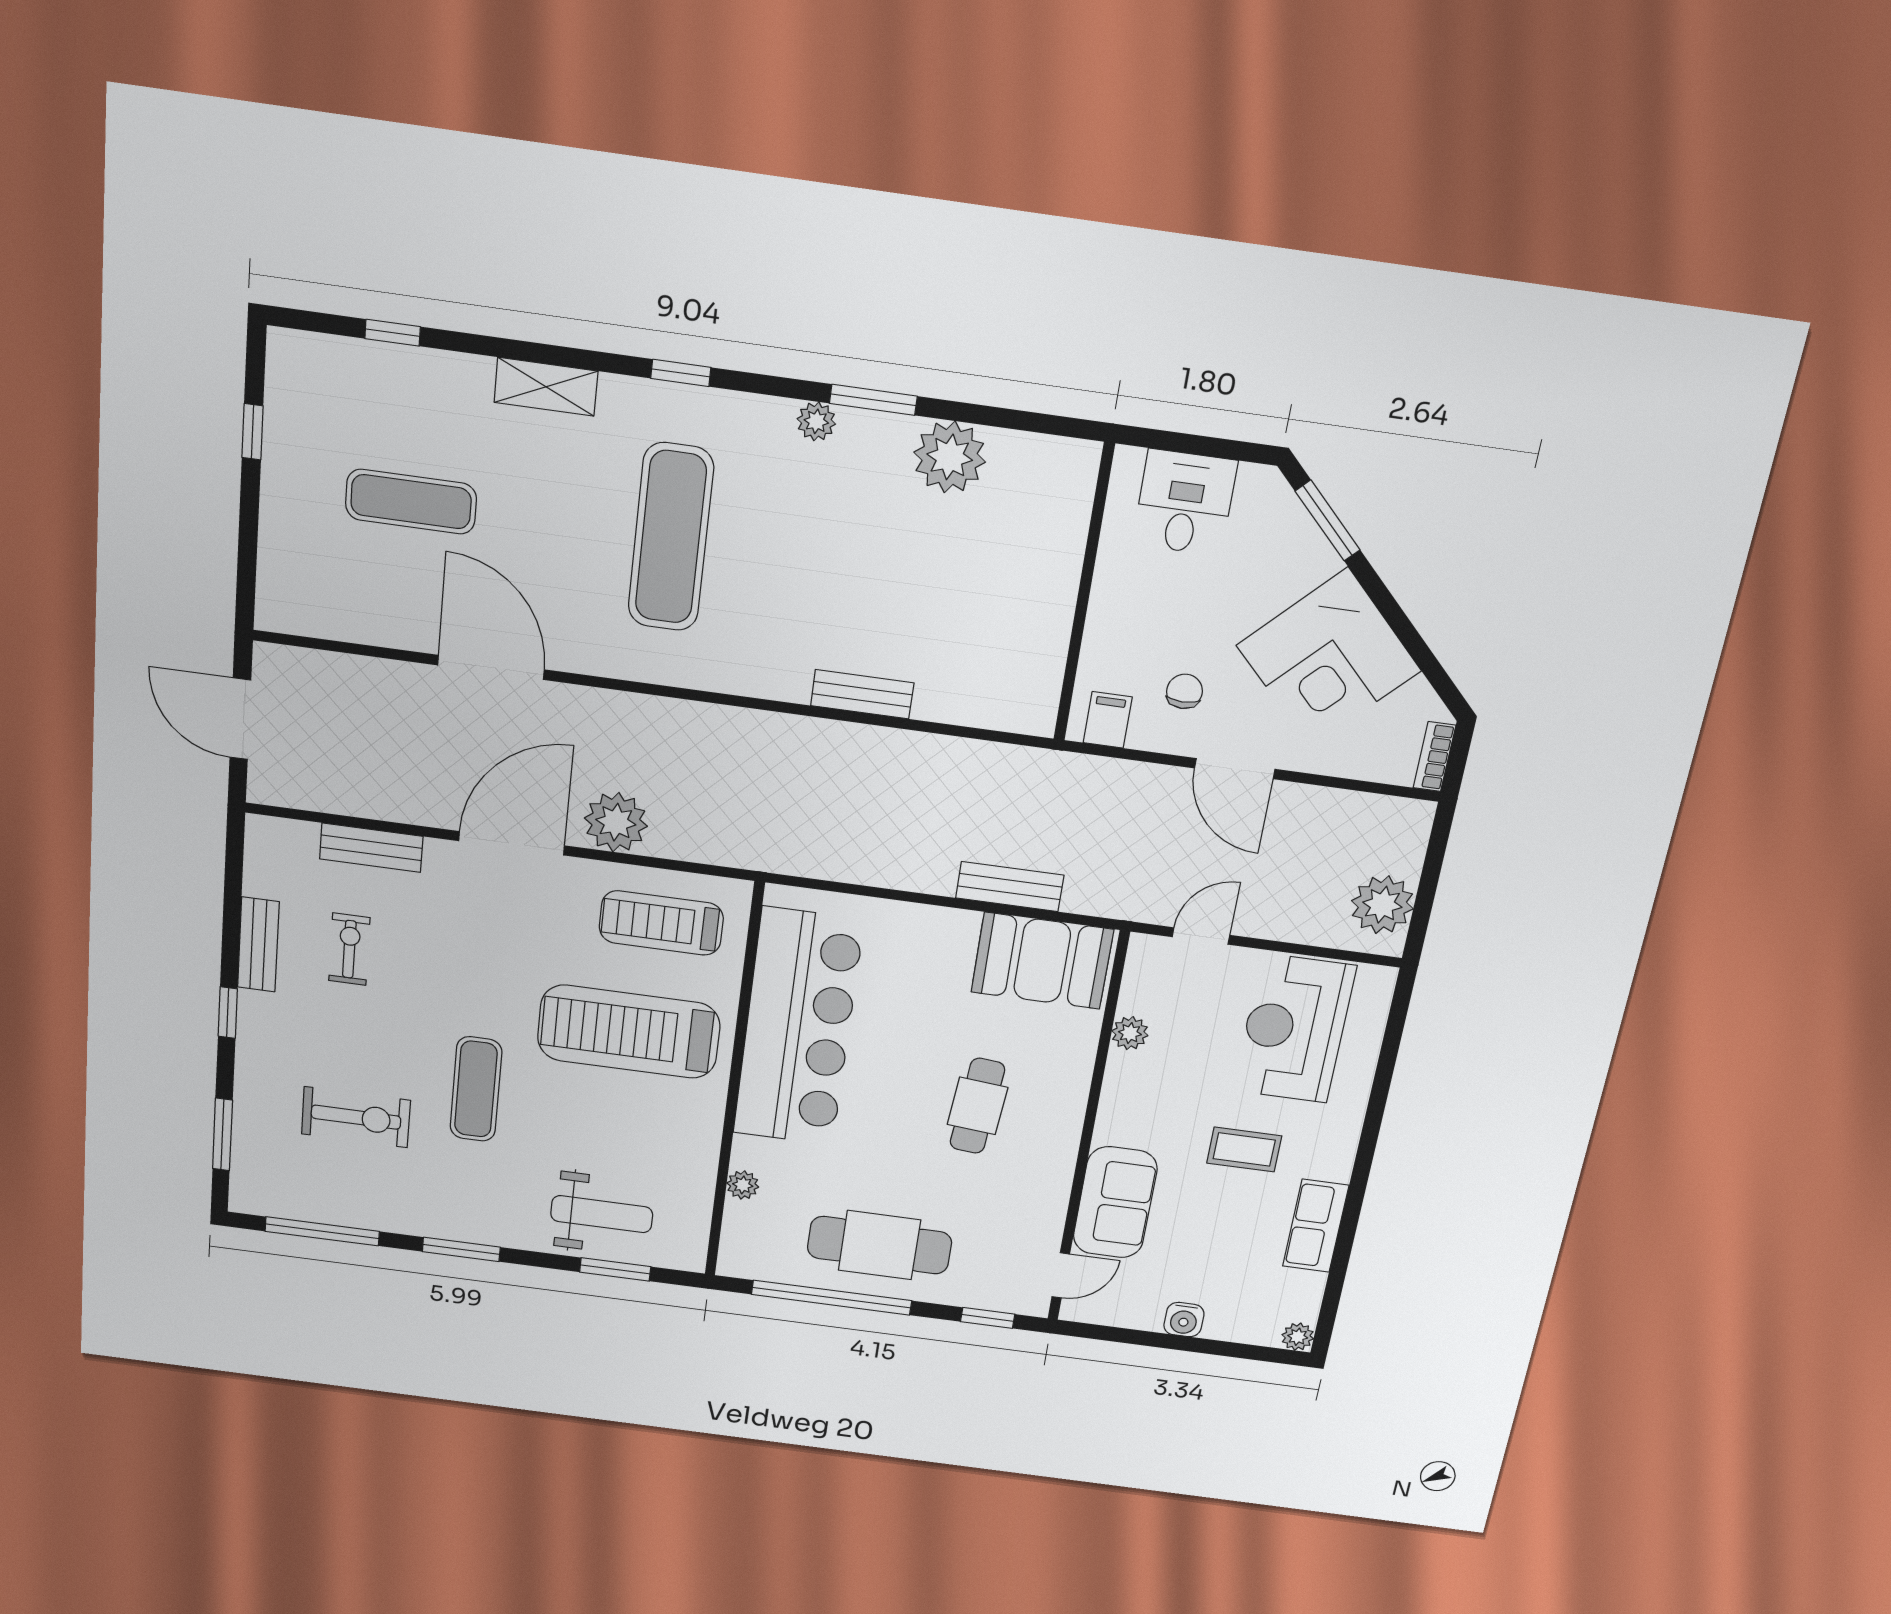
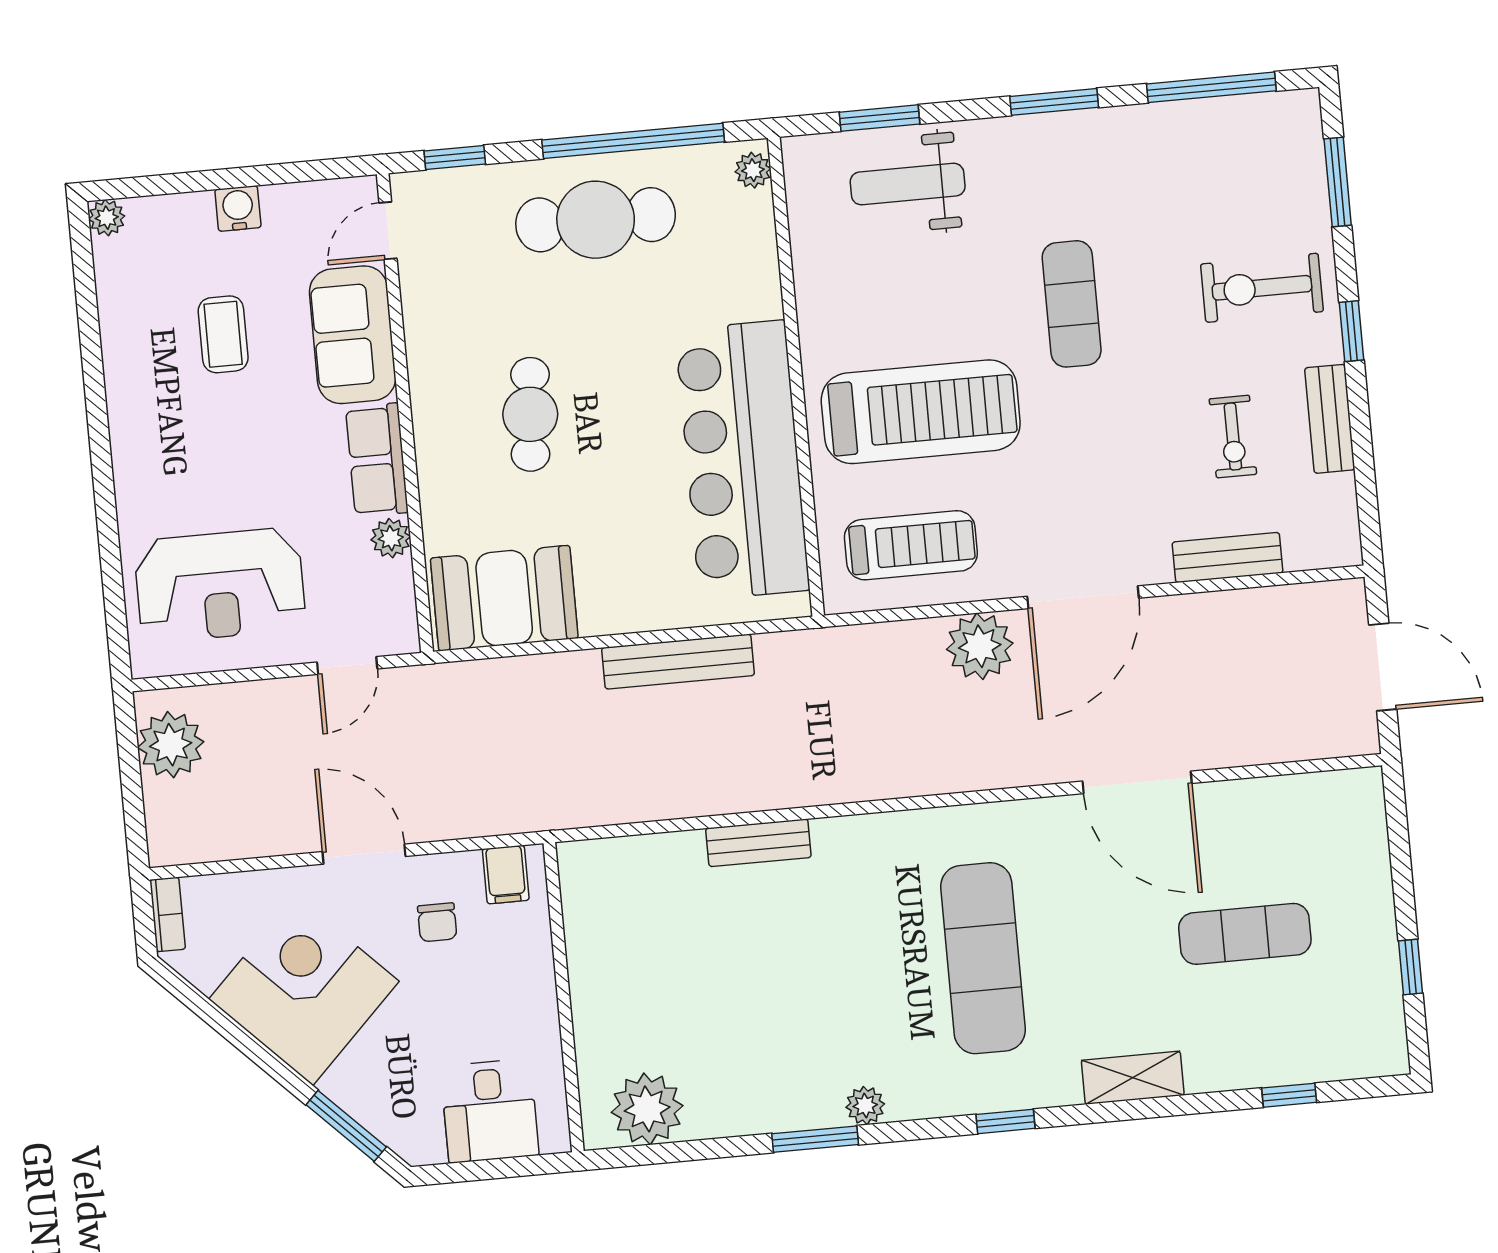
plant: (950, 457) -> (647, 1109), moved
bench: (1010, 887) -> (678, 662), moved, width x1.36
reception desk: (1294, 1029) -> (220, 585), turned 90
exercise bike: (356, 1117) -> (1262, 288), moved
coffee table: (1244, 1149) -> (223, 334), moved, turned 90
plant: (743, 1185) -> (753, 170), moved
row of seats: (1316, 1226) -> (377, 460), moved, turned 180

